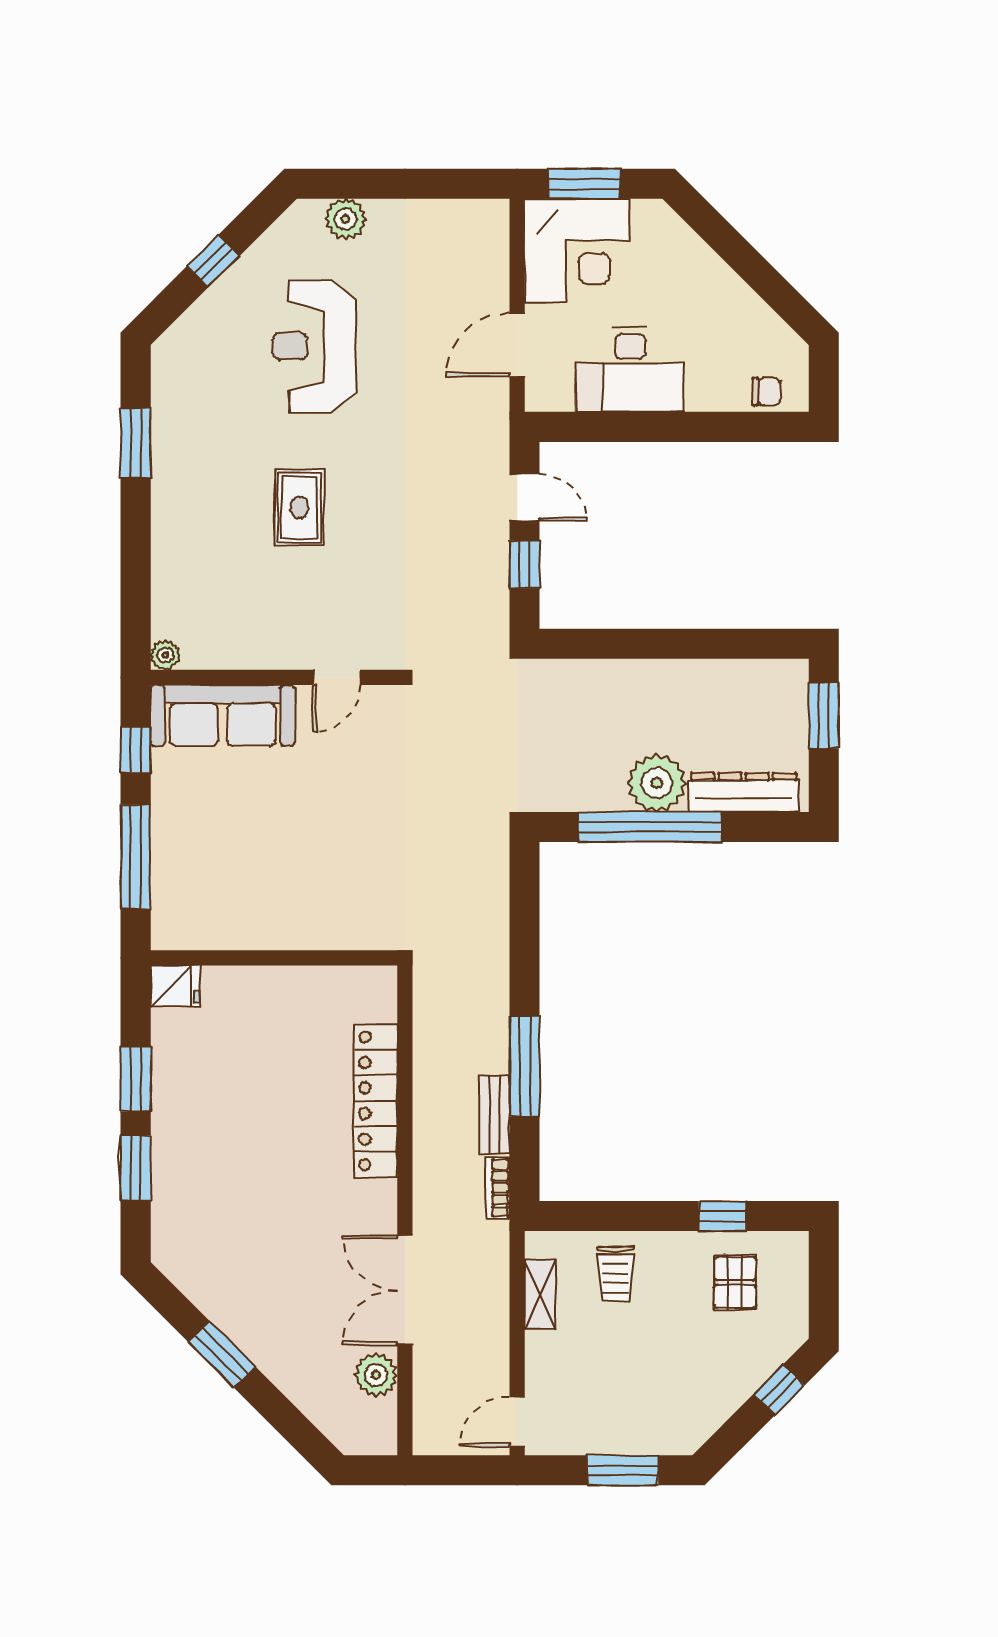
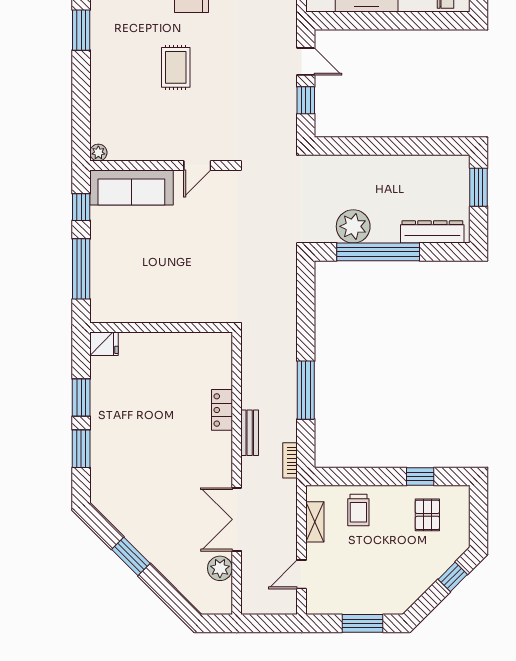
plant: (657, 783) -> (353, 226), moved
locker: (376, 1101) -> (222, 410), width x0.46, depth x0.83
bench: (494, 1115) -> (250, 433), moved
door: (517, 1421) -> (301, 574), moved

